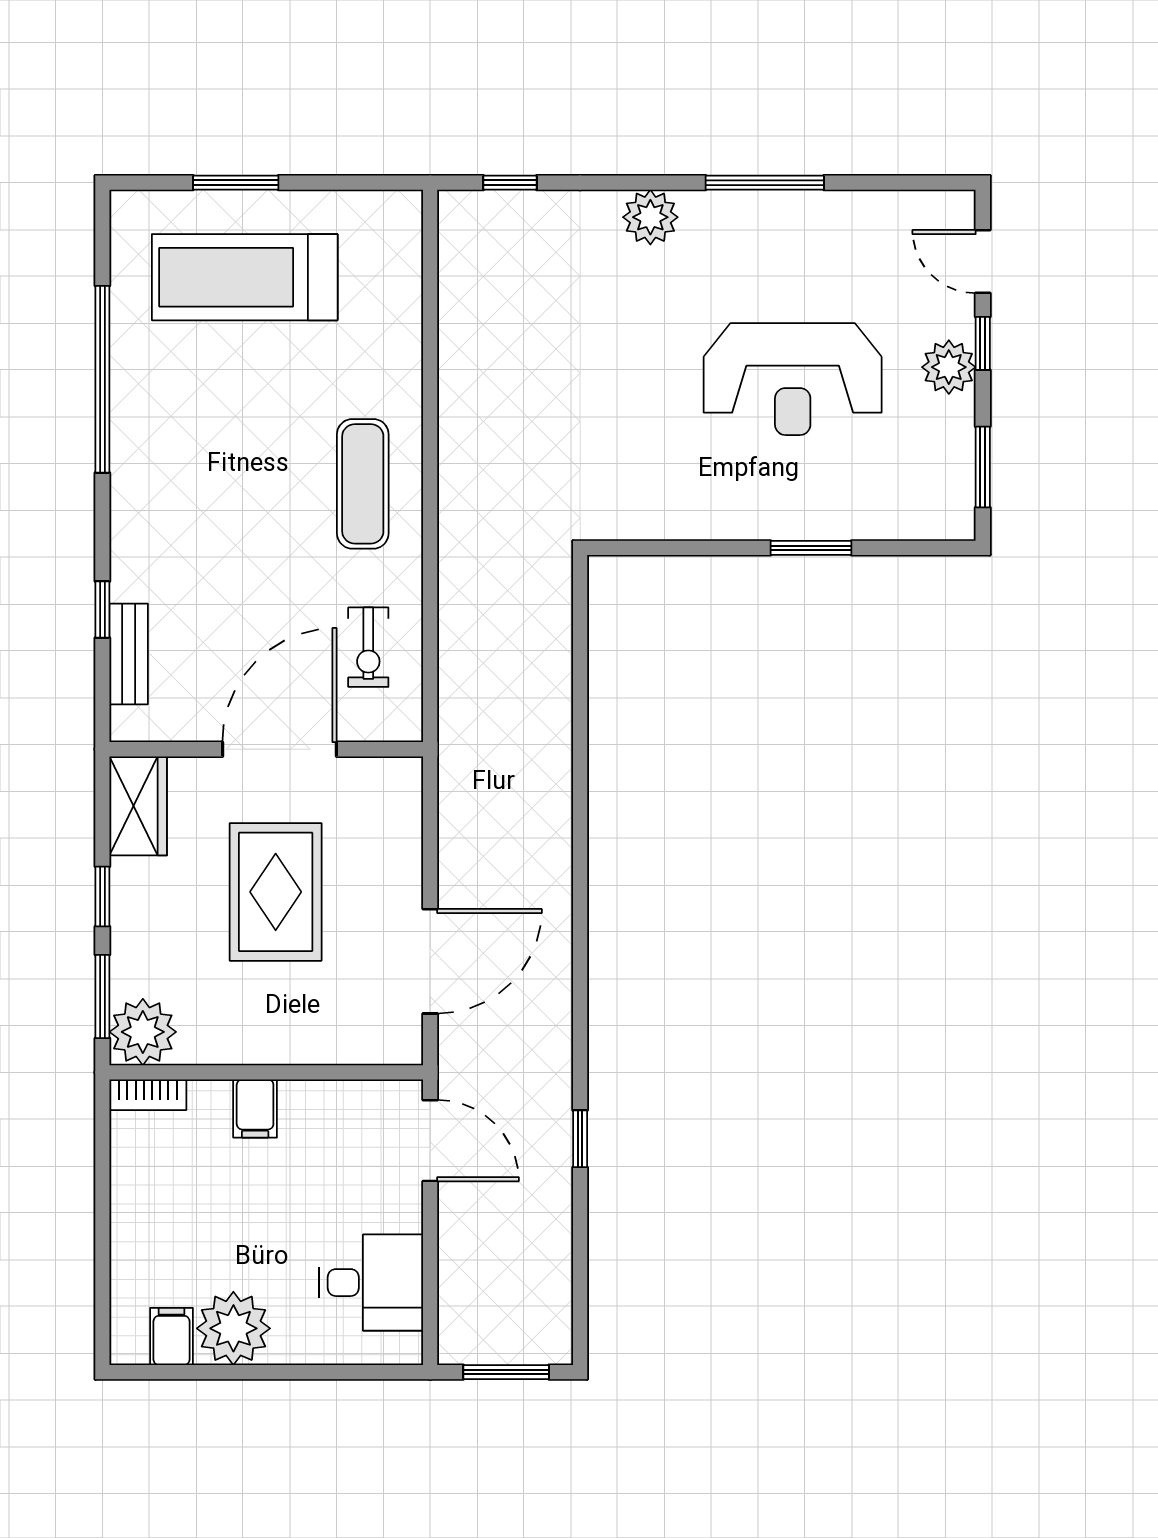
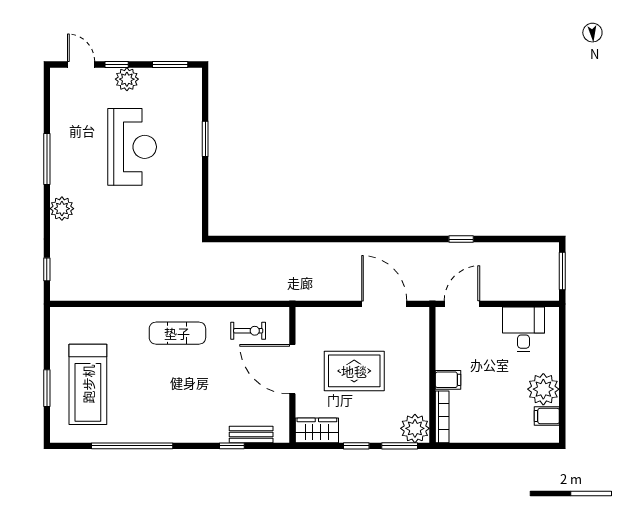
door: (983, 262) -> (81, 65), swing flipped
bookcase: (148, 1095) -> (442, 417), width x1.56

